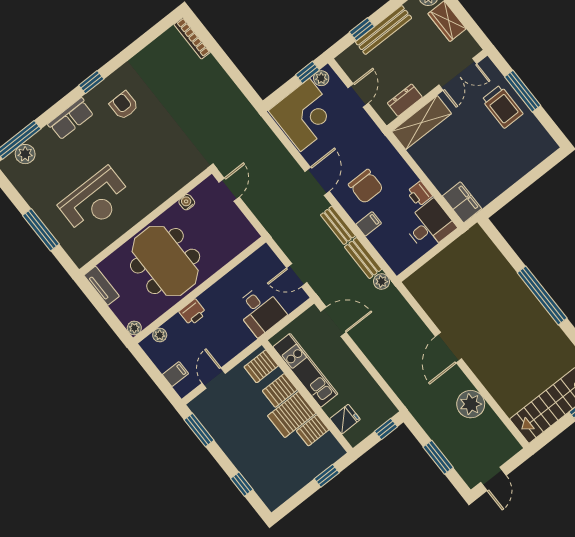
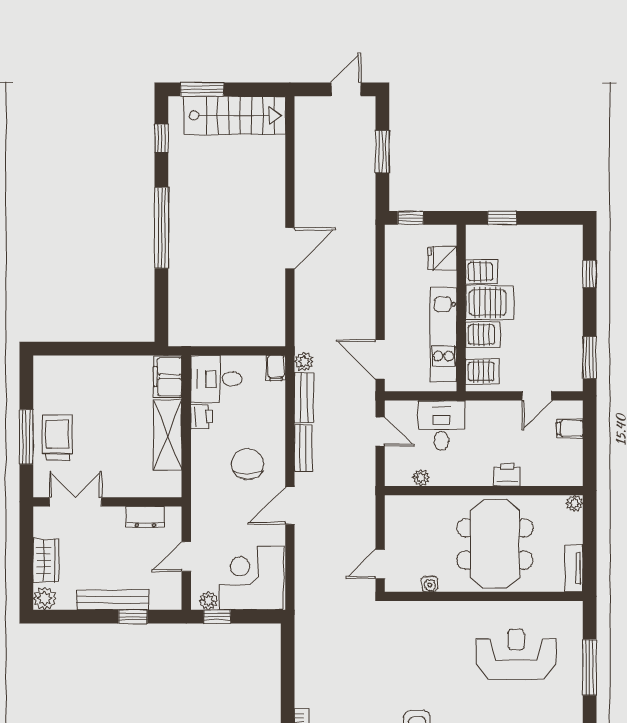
shelving: (422, 123) -> (168, 435), moved, turned 90
filing cabinet: (369, 224) -> (276, 368), moved, turned -90
plant: (160, 335) -> (421, 478), moved
plant: (471, 404) -> (311, 178), removed

